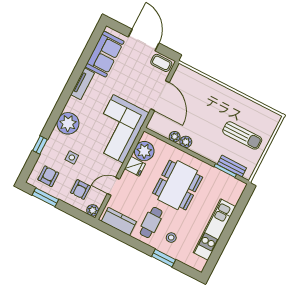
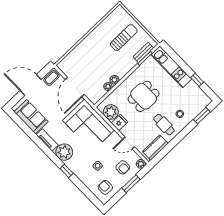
door: (160, 96) -> (75, 87), swing flipped
plant: (68, 123) -> (64, 152), moved
window: (40, 145) -> (67, 171), moved
dining table: (178, 185) -> (144, 96), width x0.73
door: (113, 186) -> (129, 143), hinge flipped
window: (45, 197) -> (131, 184), moved
kitchen unit: (214, 230) -> (171, 67), moved
window: (221, 245) -> (197, 80), added
window: (164, 258) -> (202, 116), moved

